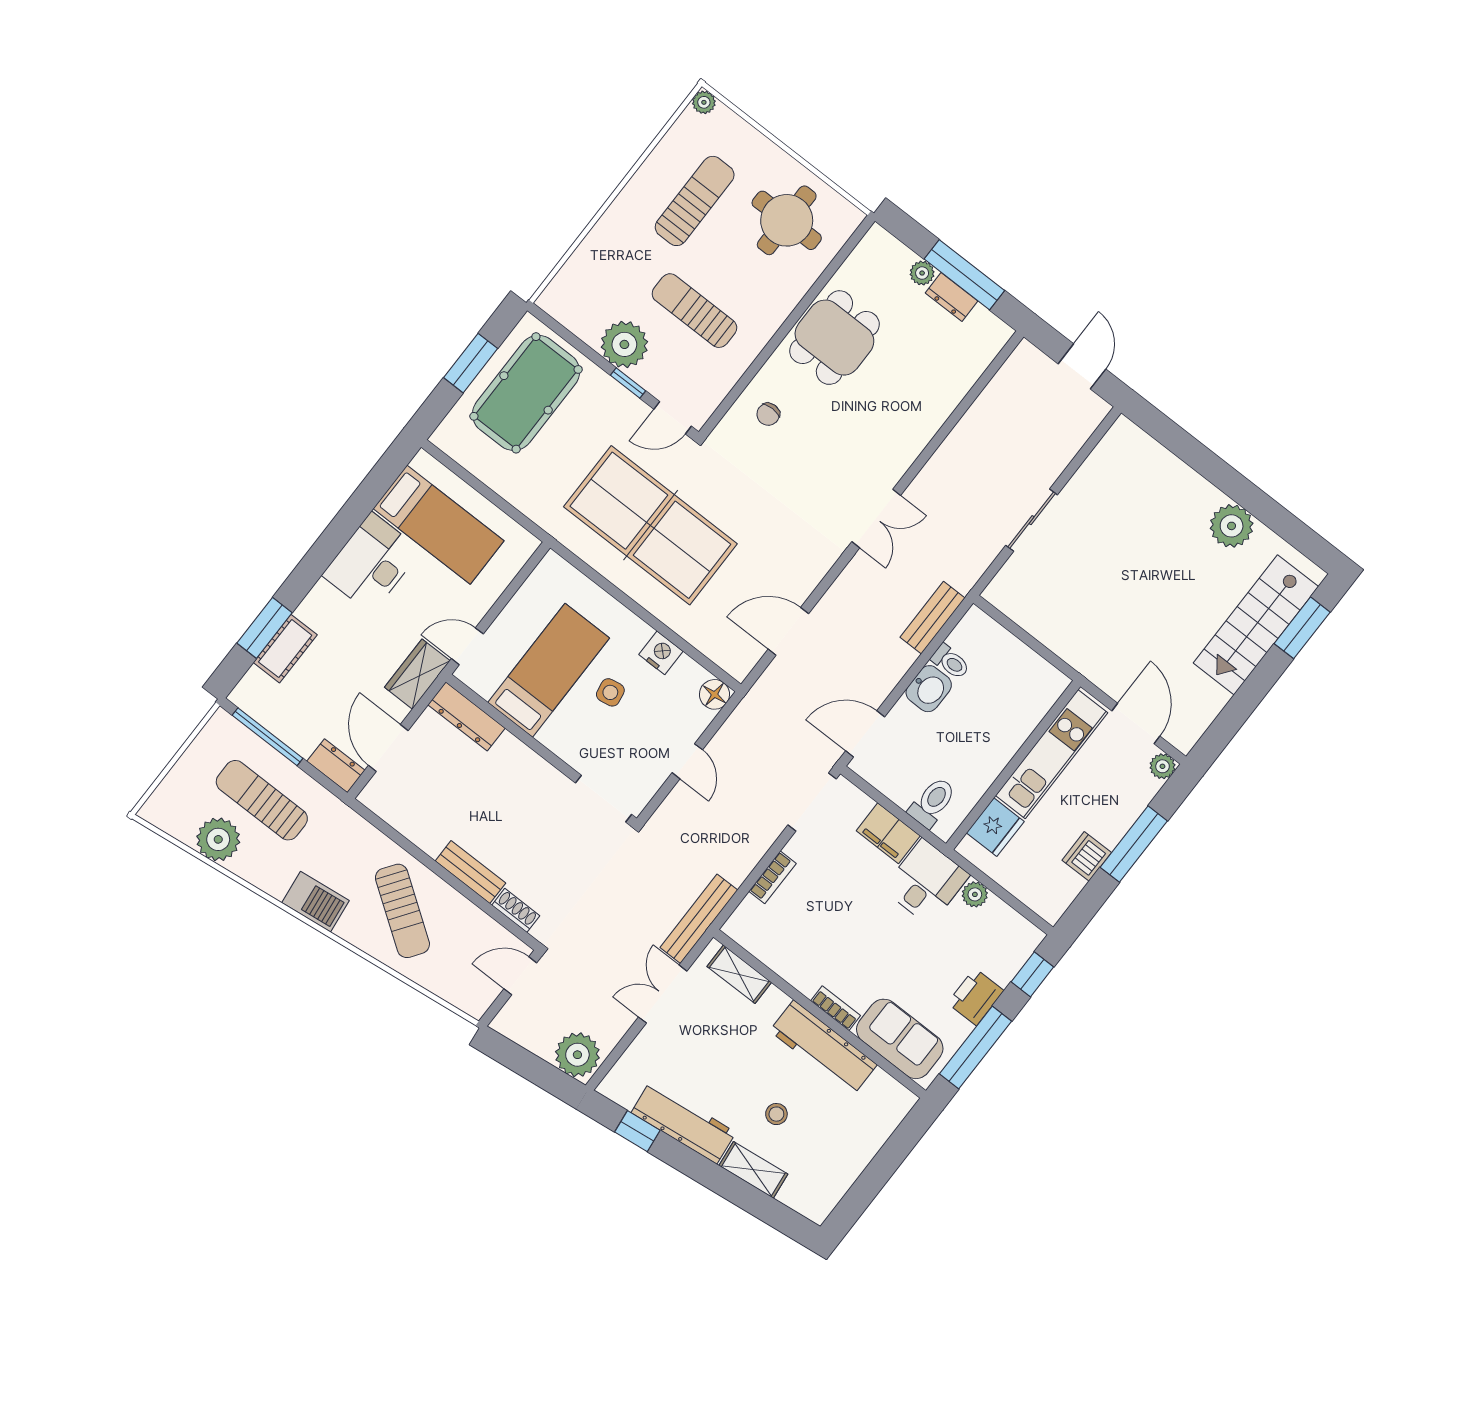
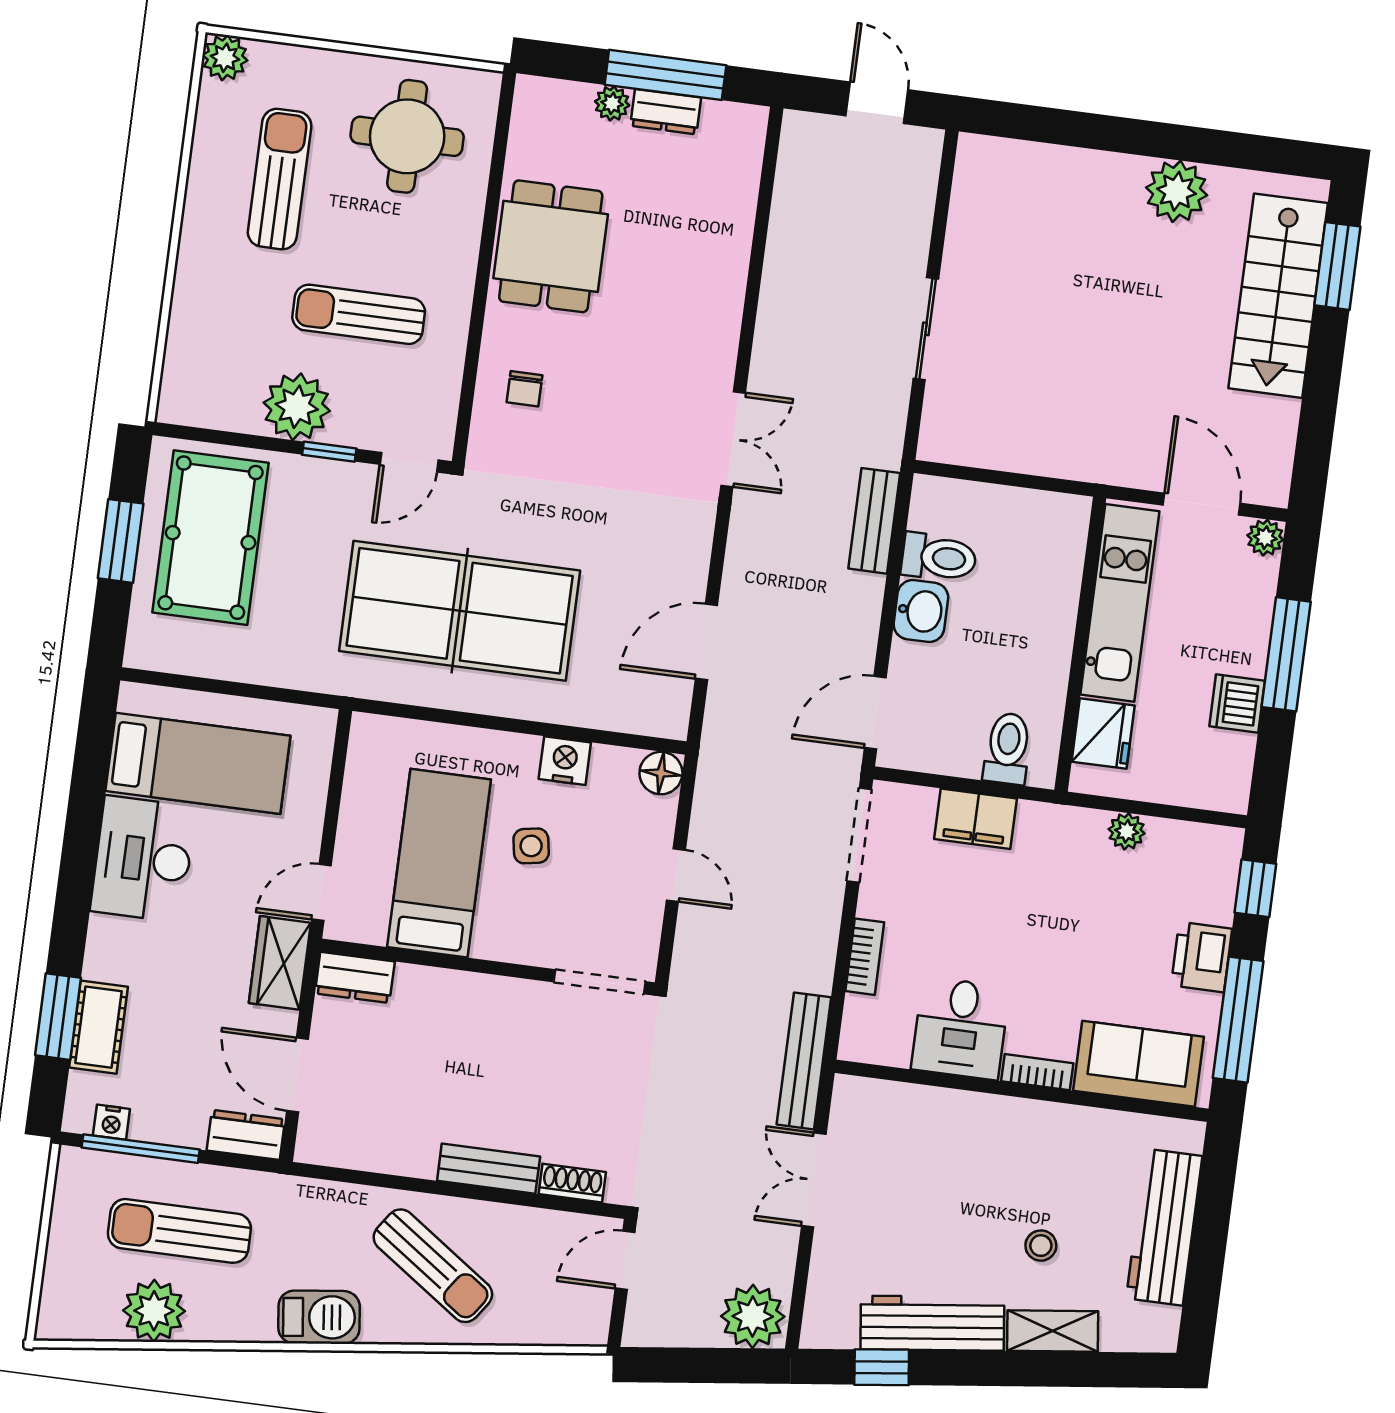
plant: (704, 102) -> (225, 58), width x1.38, depth x1.38
toilet: (950, 662) -> (939, 557), width x1.37, depth x1.39
nightstand: (259, 711) -> (111, 1122), added
dresser: (466, 716) -> (355, 977), width x0.70
desk: (926, 882) -> (960, 1028), moved, turned 180
shelving: (739, 974) -> (894, 1100), removed
workbench: (823, 1048) -> (1164, 1227), moved, turned 90

